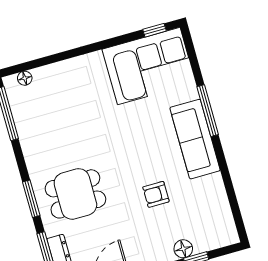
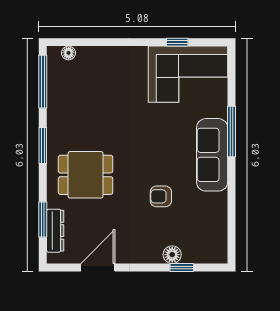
window: (154, 30) -> (177, 42), moved
window: (31, 199) -> (43, 145), moved

